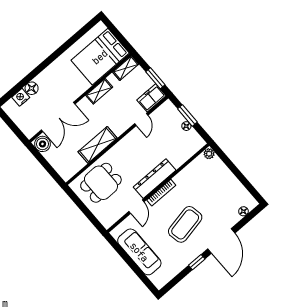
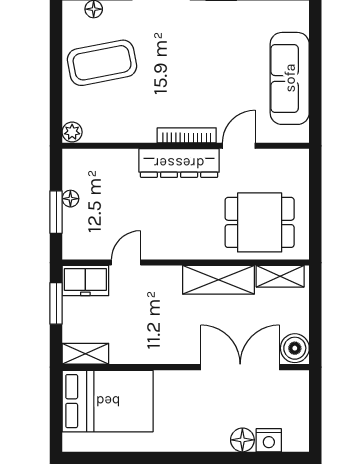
shelving: (99, 91) -> (280, 276), moved
coffee table: (185, 224) -> (102, 63), moved

